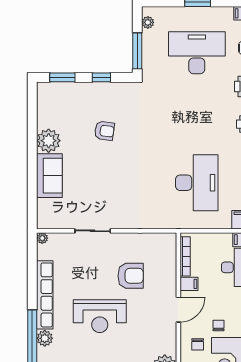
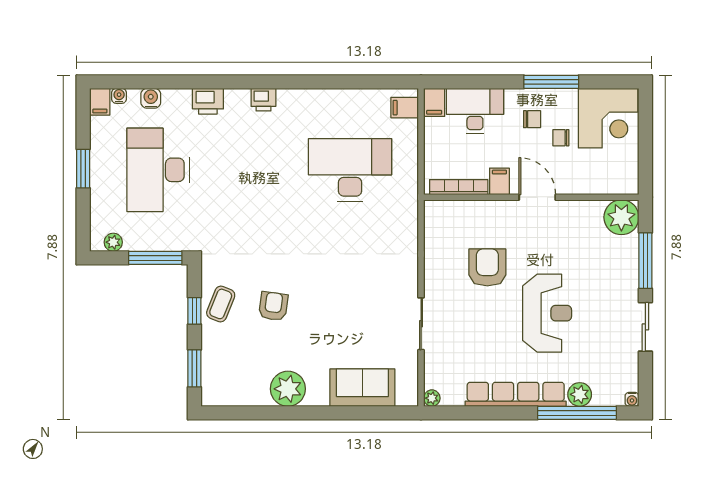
coffee table: (106, 95) -> (221, 304), added
sofa: (49, 176) -> (362, 388), moved
chair: (198, 344) -> (532, 119), moved

